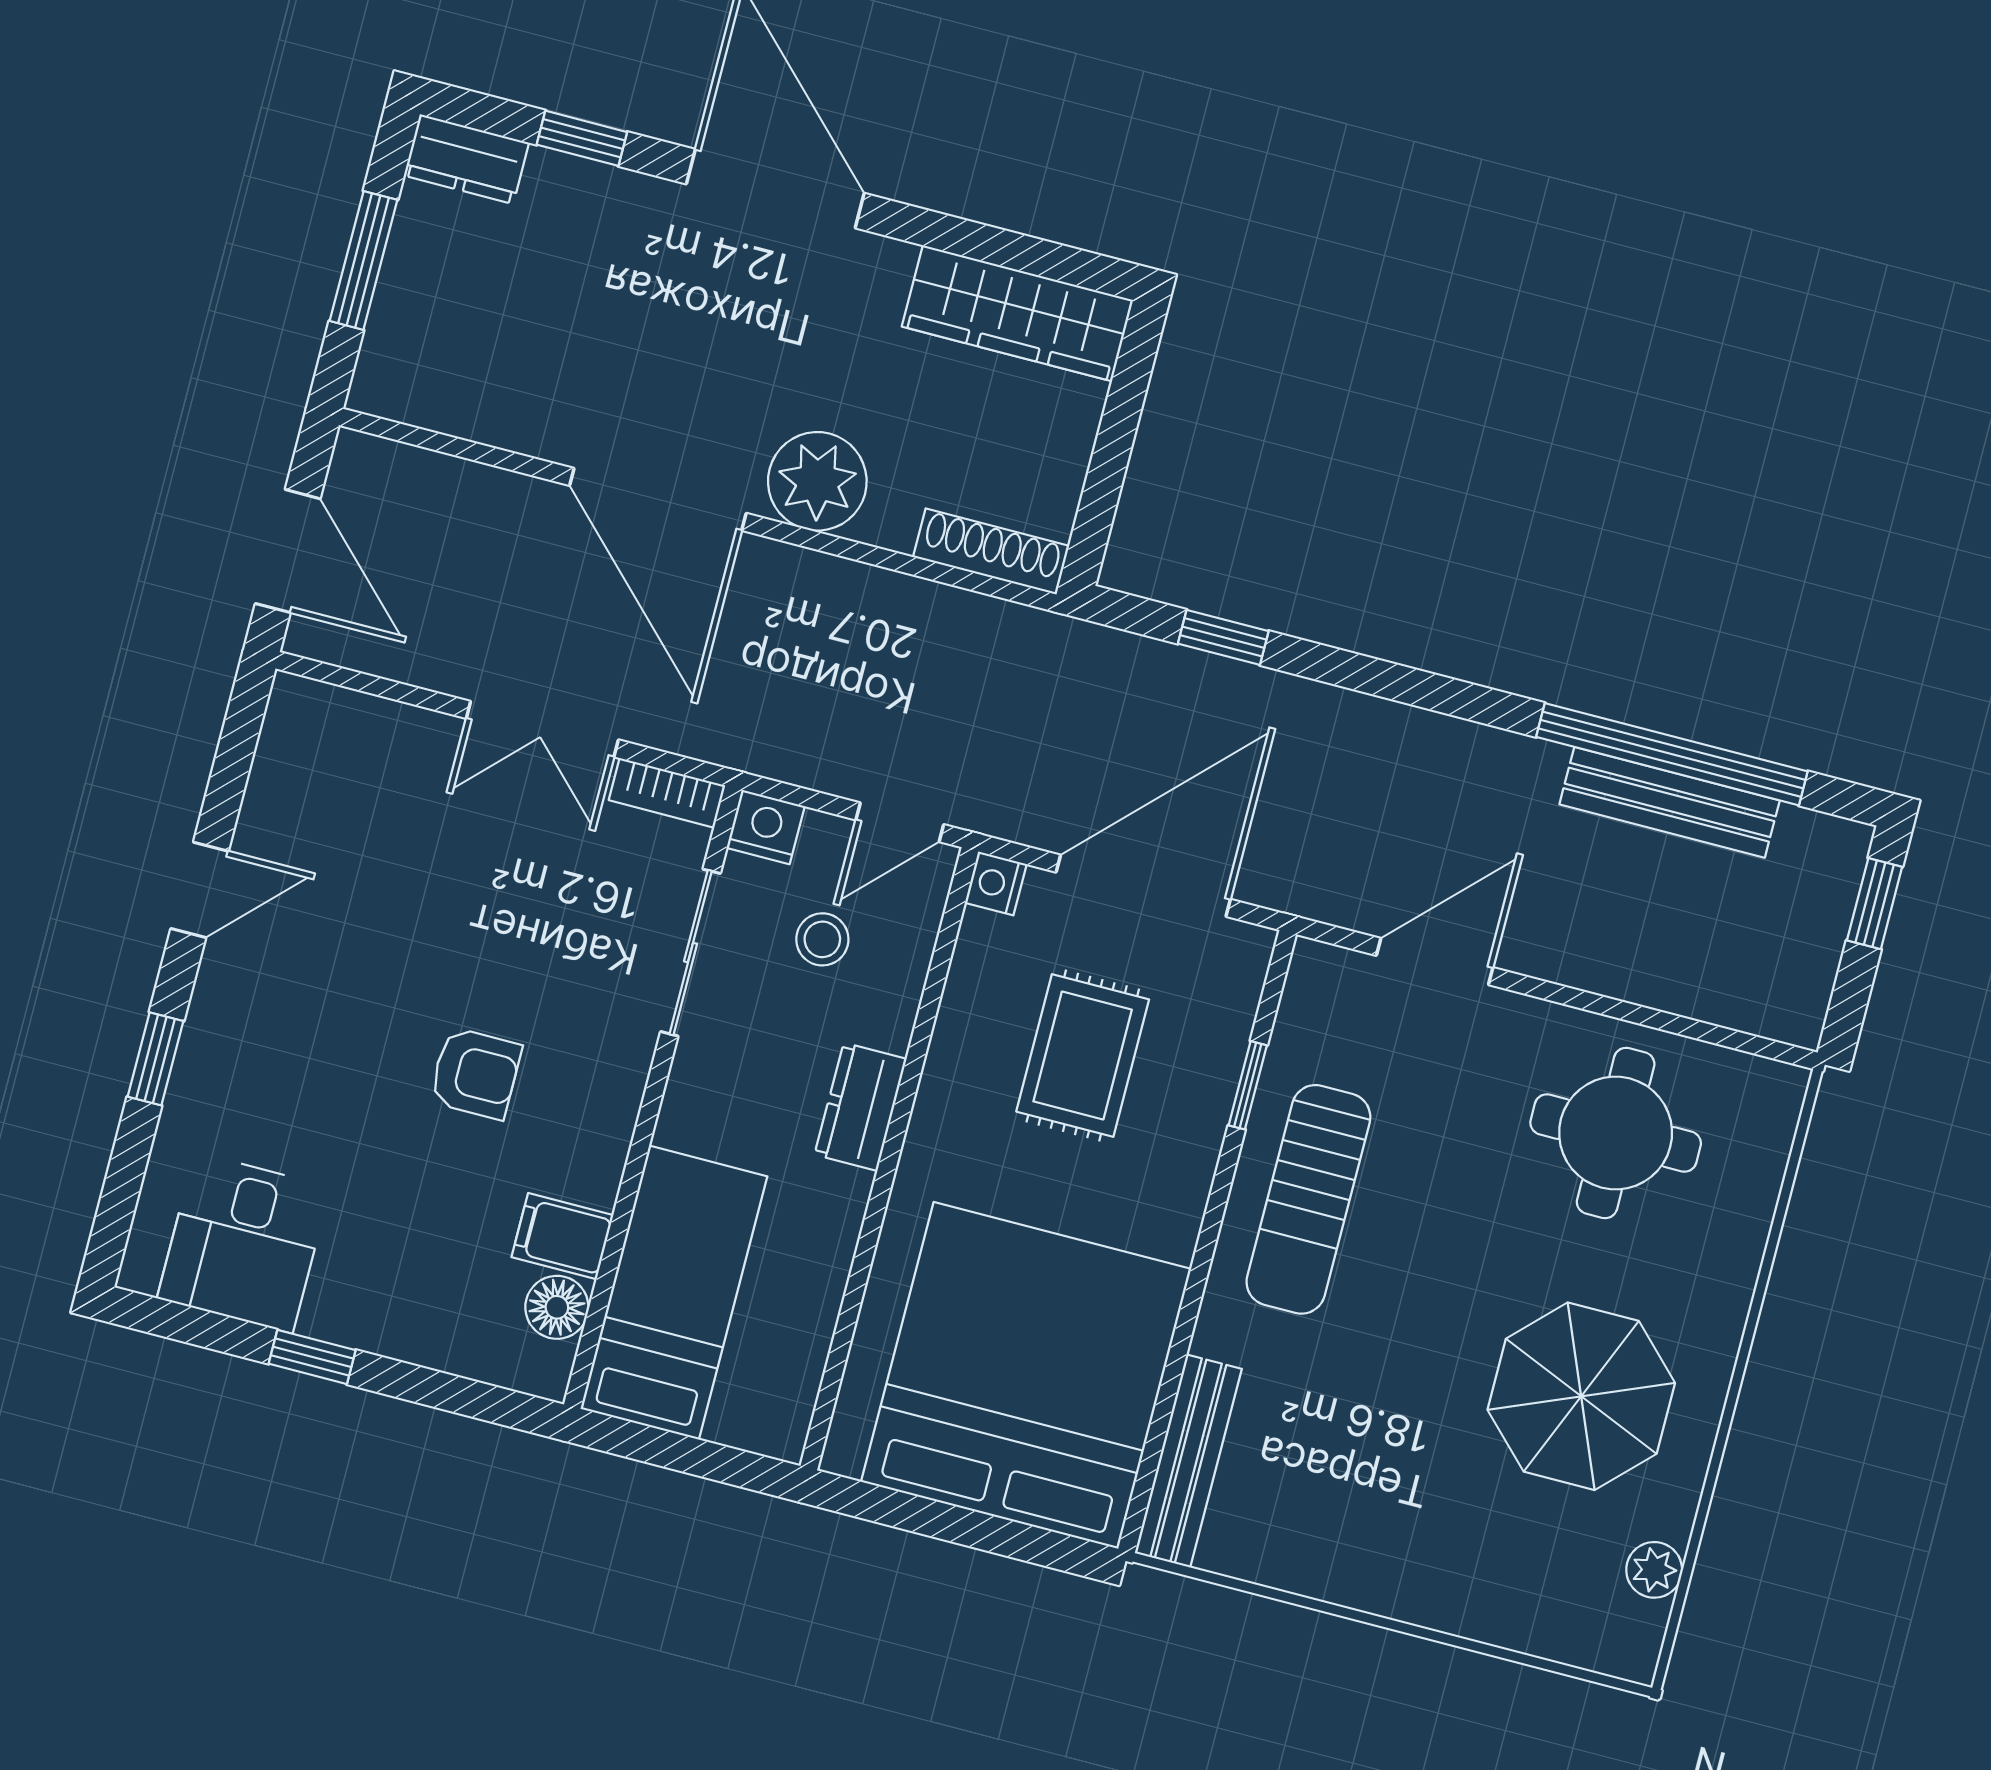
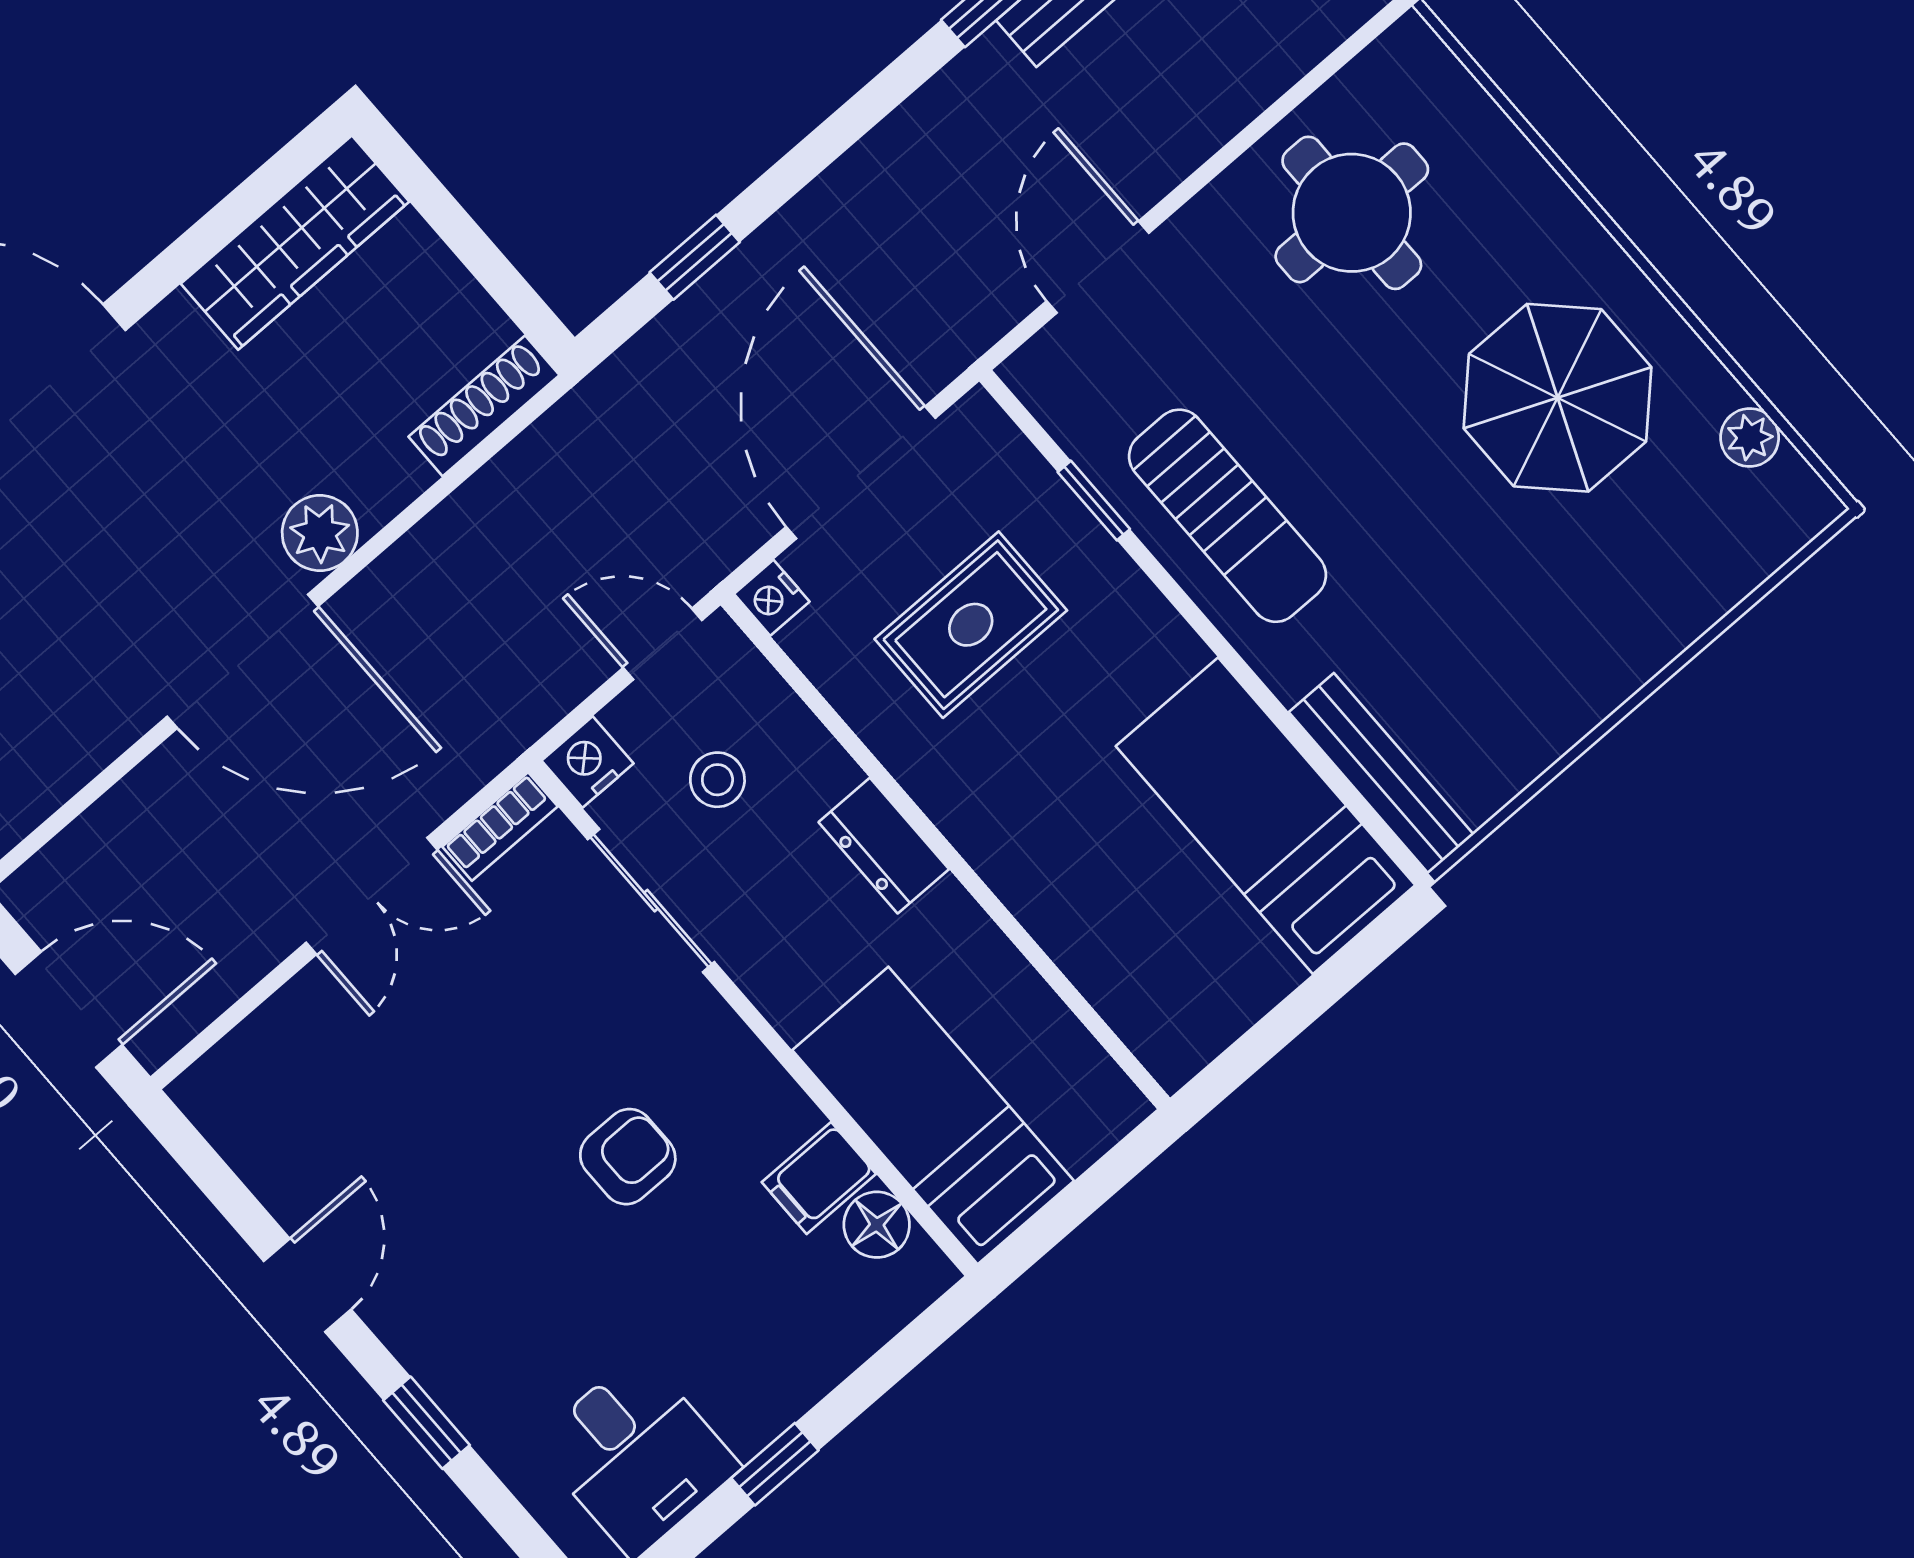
plant: (817, 481) -> (320, 533), width x0.73, depth x0.73
door: (900, 822) -> (663, 644), swing flipped
rug: (1083, 1056) -> (971, 625), turned 90
bed: (1026, 1375) -> (1265, 816), width x0.49

